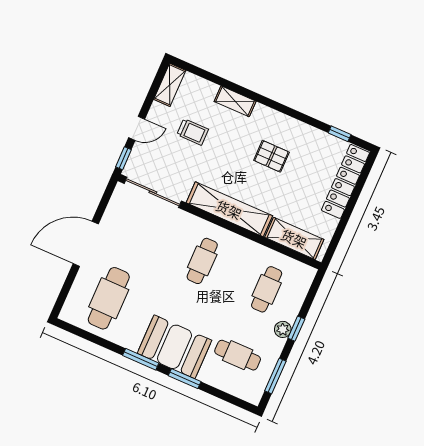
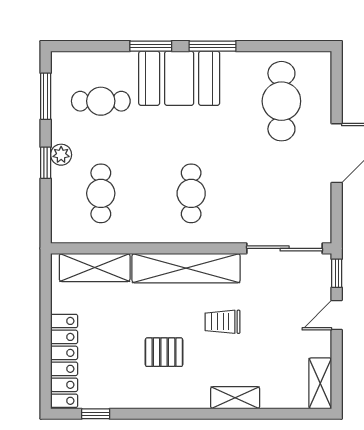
trolley: (193, 132) -> (222, 322), moved

